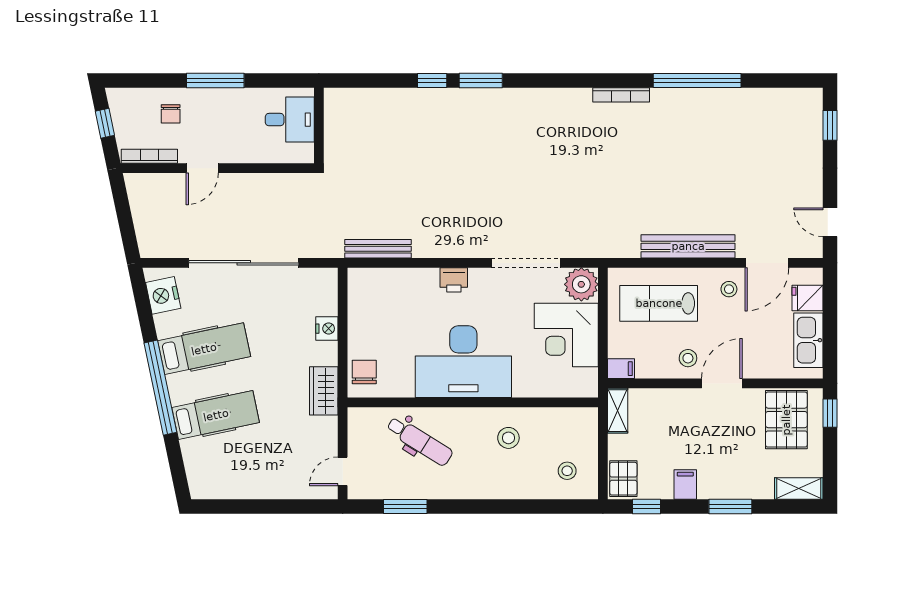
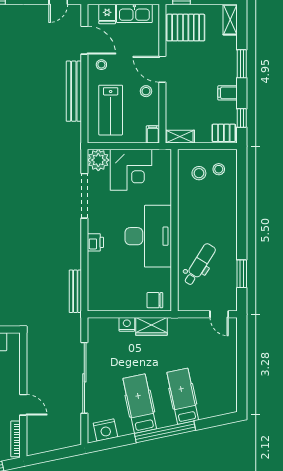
wardrobe: (324, 391) -> (151, 326), moved
stool: (508, 438) -> (199, 173), moved

